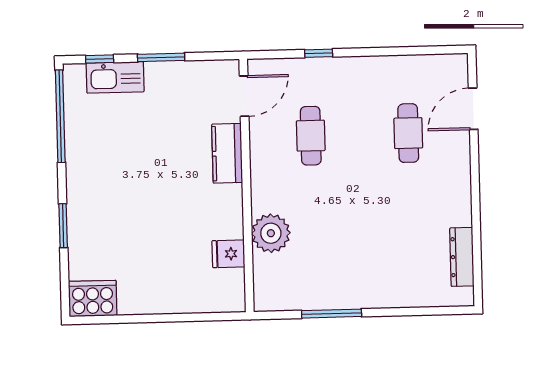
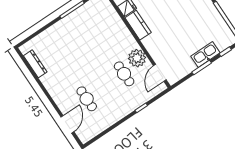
kitchen sink: (115, 77) -> (205, 55), moved
kitchen counter: (227, 153) -> (138, 25), moved
plant: (271, 233) -> (137, 58), moved

